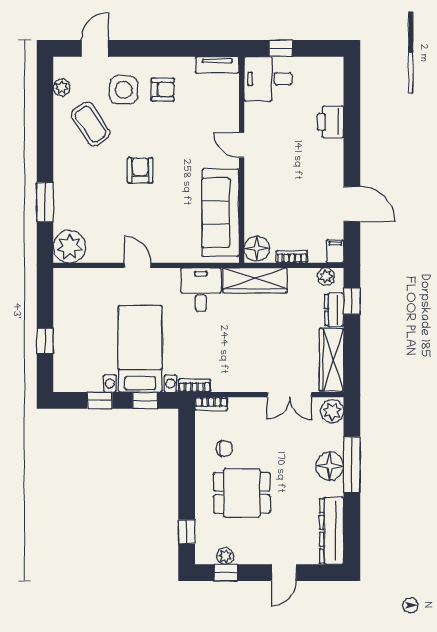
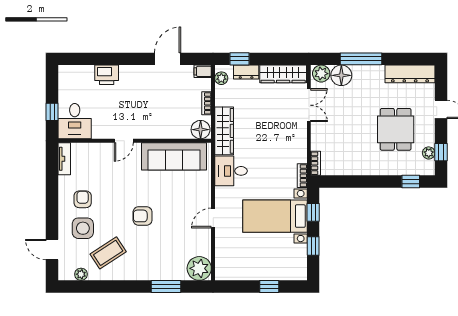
chair: (225, 449) -> (349, 153), removed
floor lamp: (330, 466) -> (341, 75), moved
dining table: (242, 493) -> (396, 129), moved

